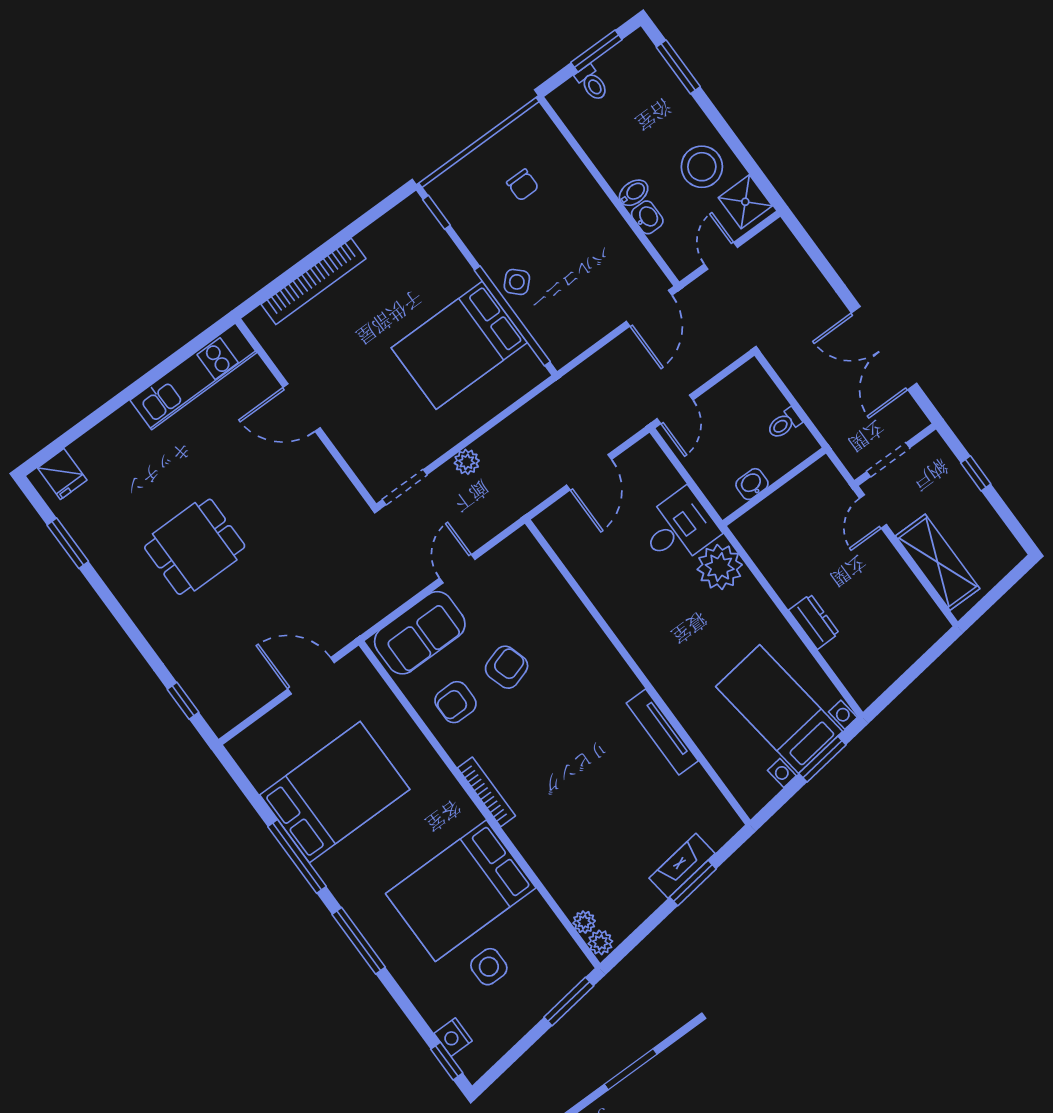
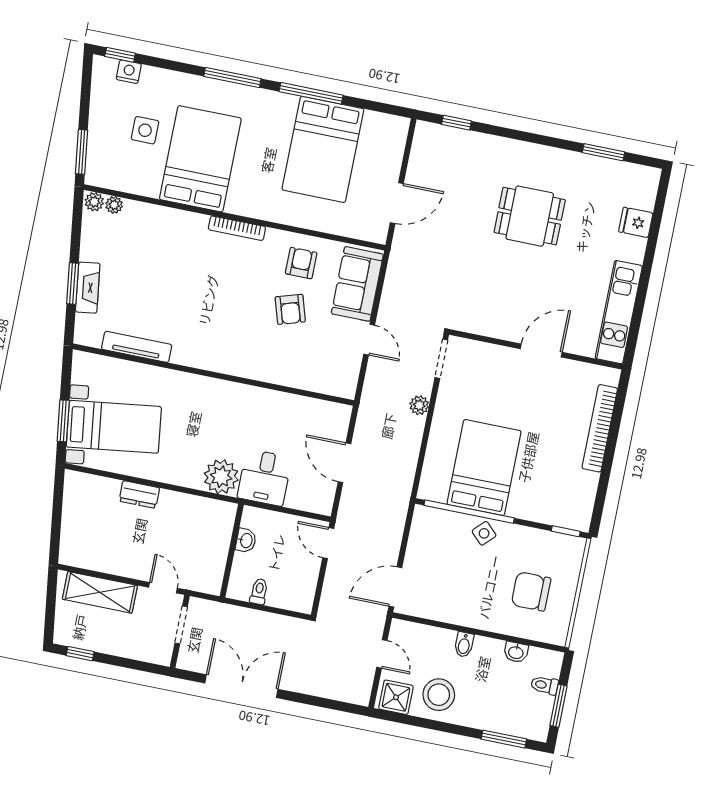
chair: (523, 185) -> (531, 591), width x1.87, depth x1.87
washbasin: (647, 217) -> (516, 652), moved
door: (649, 308) -> (395, 587), hinge flipped
window: (976, 473) -> (80, 654), moved
fridge: (62, 474) -> (636, 222), moved
dining table: (195, 547) -> (530, 216), turned 90
tv unit: (662, 732) -> (137, 347), moved

